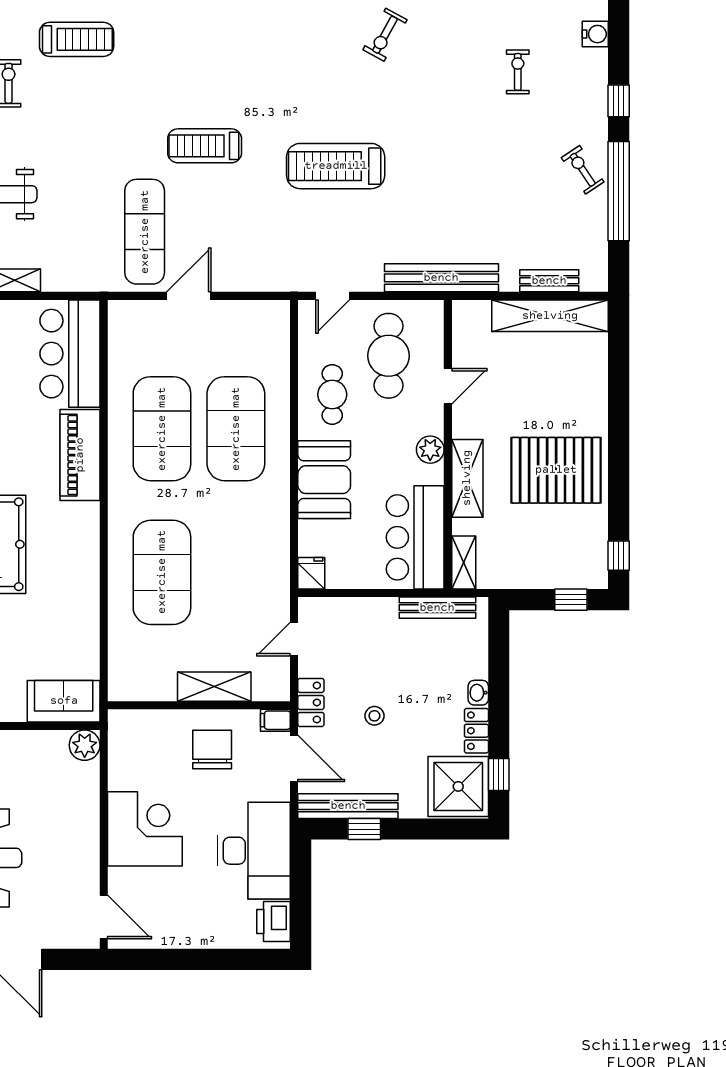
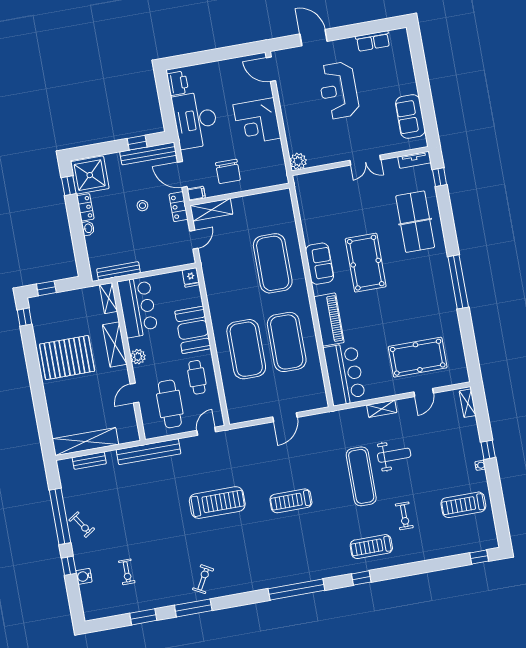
water cooler: (595, 34) -> (84, 576), moved
treadmill: (205, 146) -> (291, 501), turned 180
exercise mat: (145, 232) -> (361, 476), moved
shelving: (214, 687) -> (211, 210), moved
sofa: (64, 701) -> (320, 264), moved, turned -90

